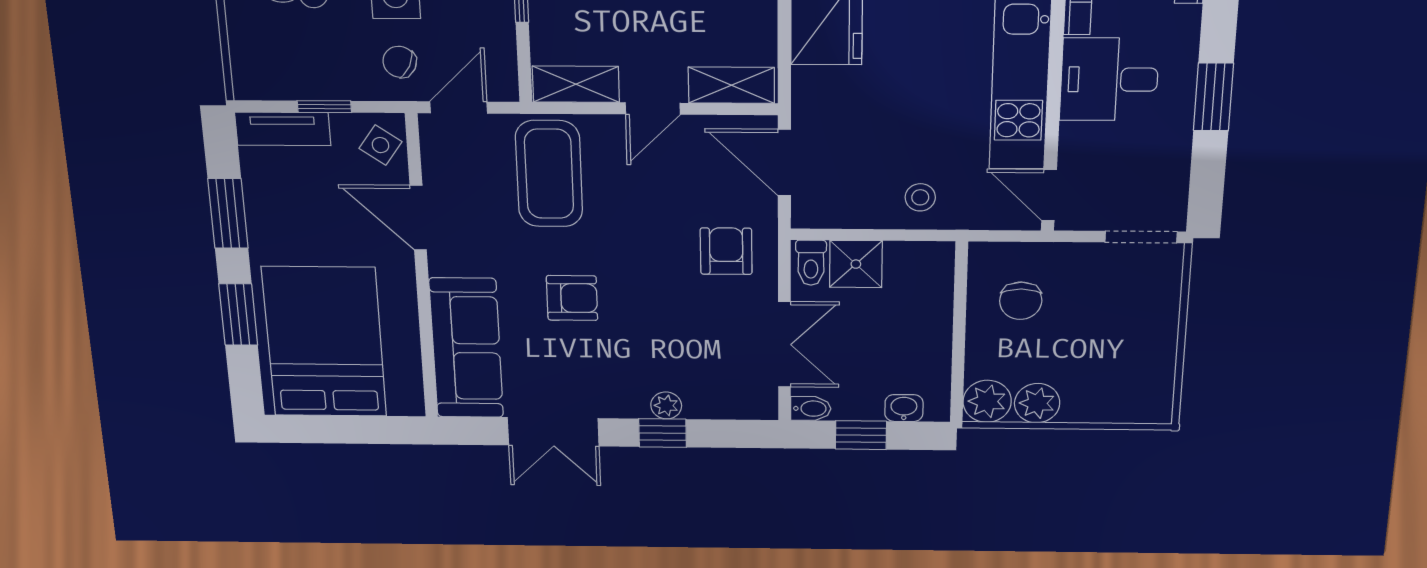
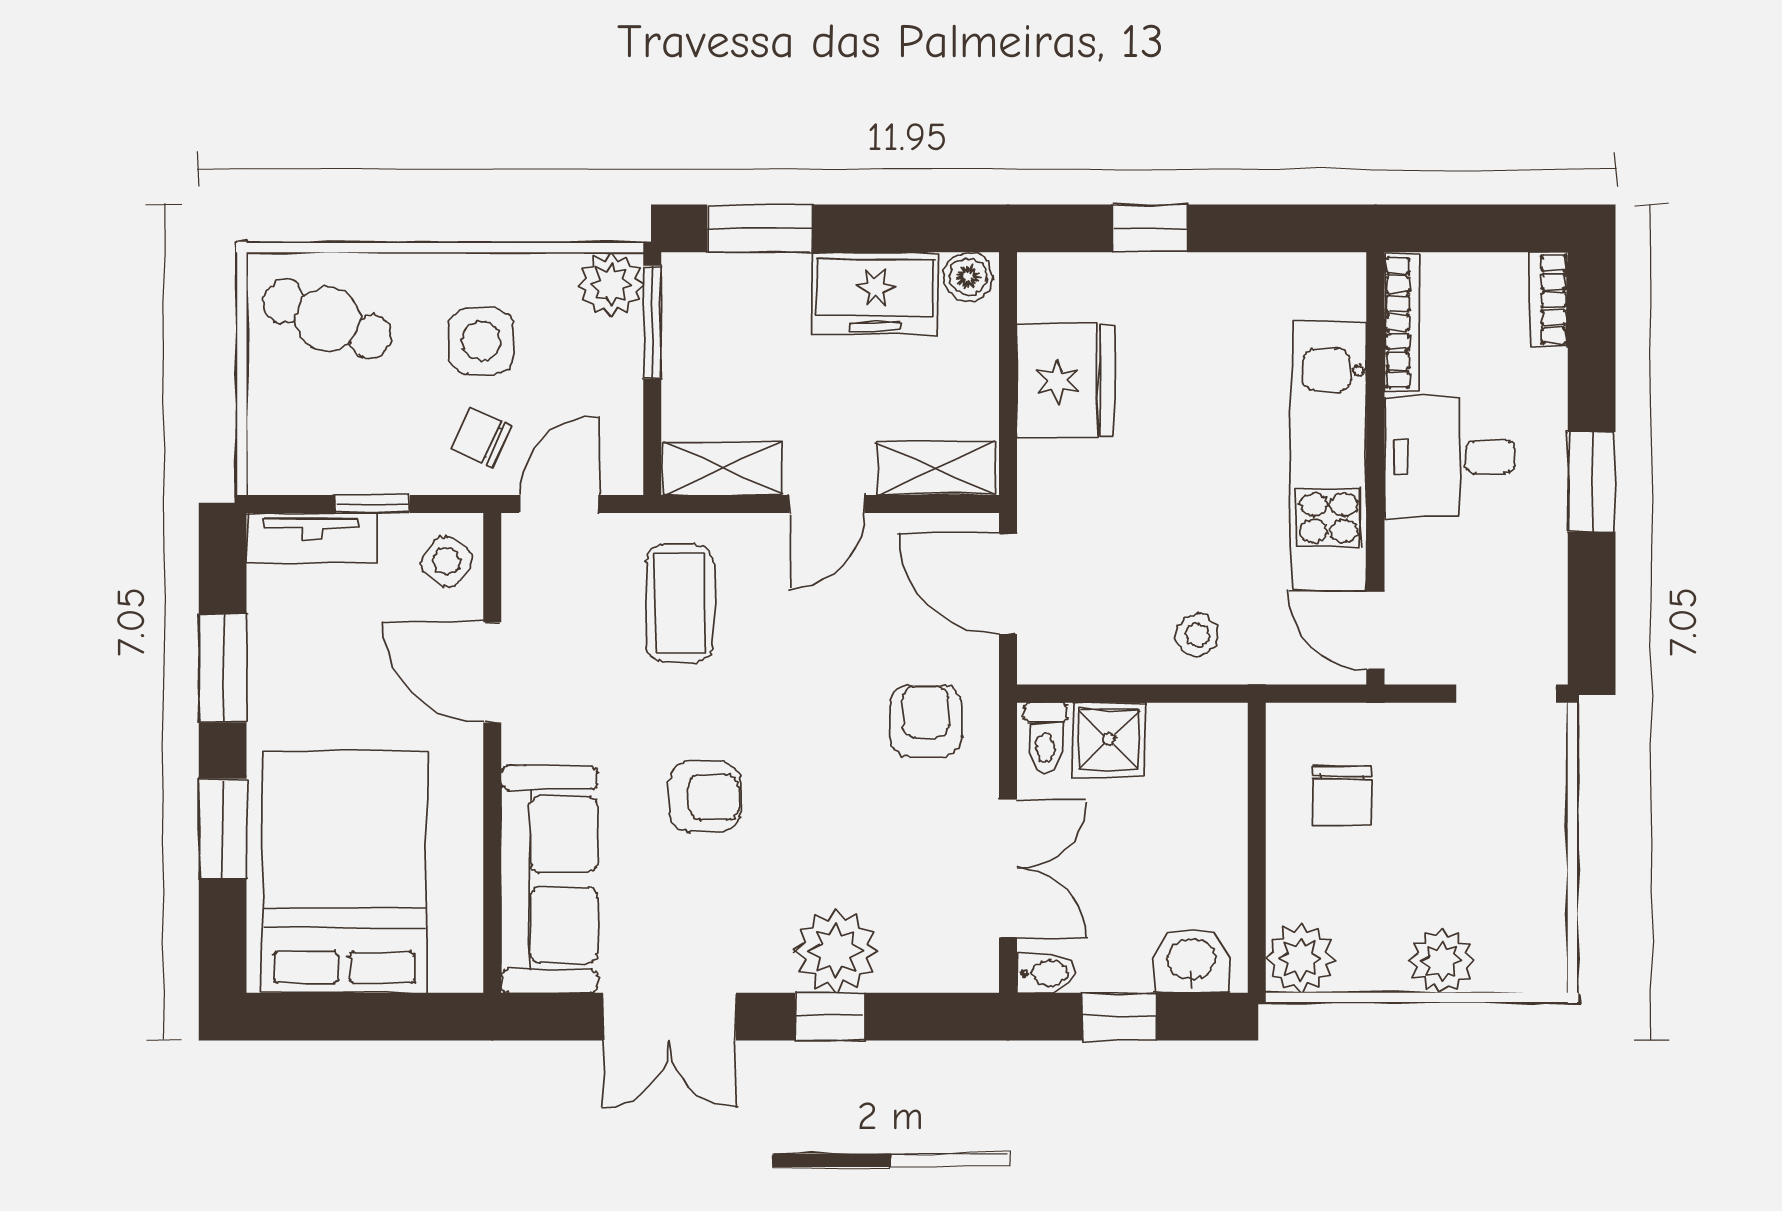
coffee table: (549, 174) -> (680, 603), width x0.73, depth x0.76
plant: (1037, 403) -> (1442, 960), moved
plant: (666, 405) -> (836, 951), width x1.88, depth x1.88
washbasin: (904, 408) -> (1191, 961), width x1.38, depth x1.45

